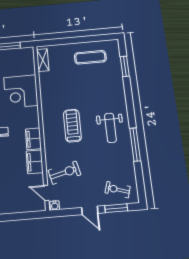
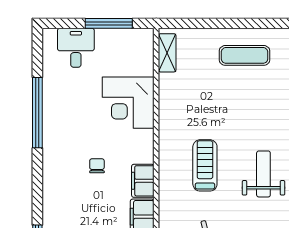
weight bench: (110, 128) -> (263, 174), turned 180

